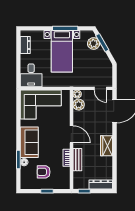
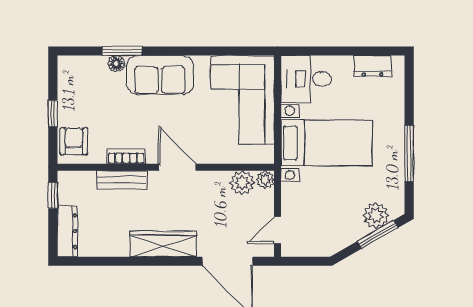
bed with nightstands: (62, 51) -> (326, 143), moved, turned 180
door: (71, 134) -> (177, 167), swing flipped
wardrobe: (107, 146) -> (163, 244), width x1.50
armchair: (44, 172) -> (74, 141), moved

